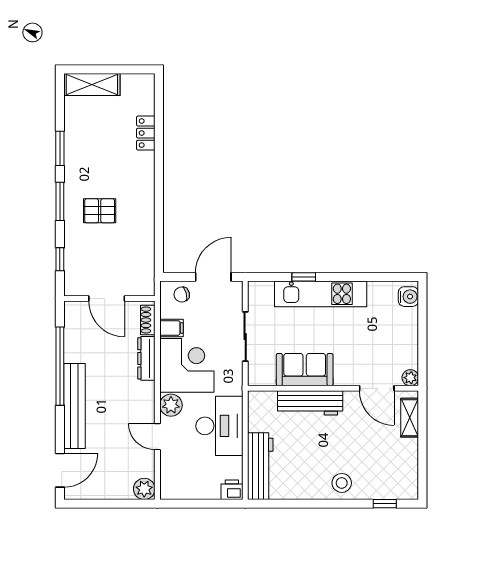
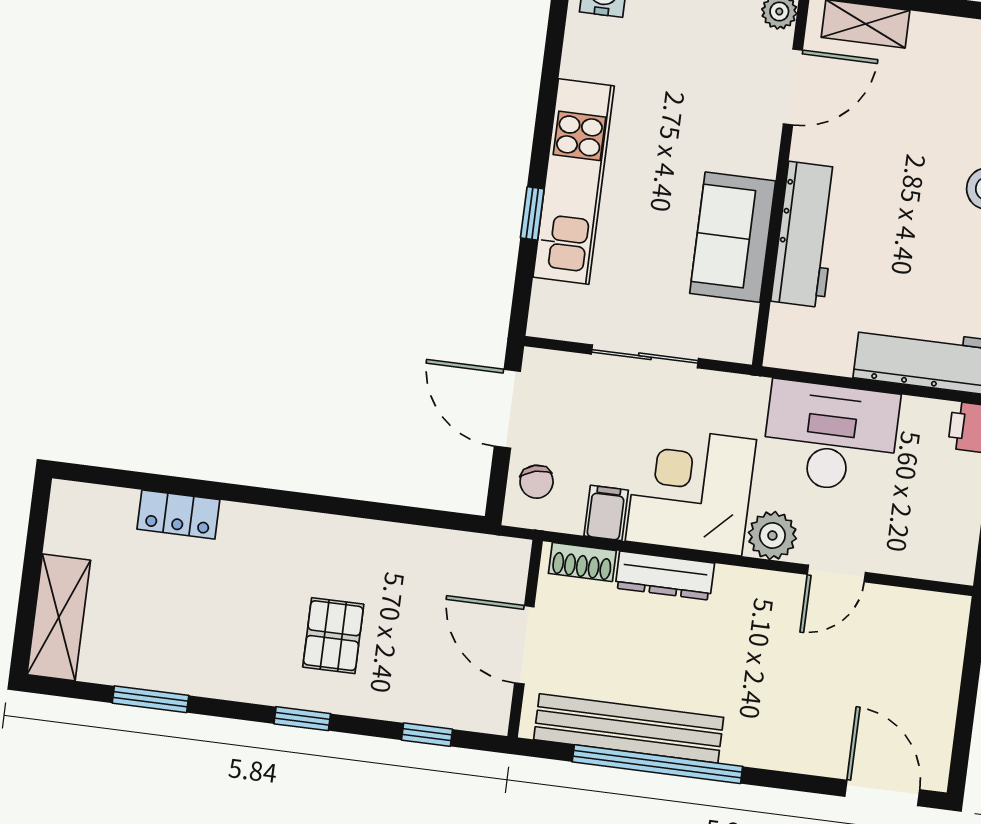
window: (60, 148) -> (151, 699), moved
window: (60, 201) -> (302, 719), width x0.67
door: (107, 298) -> (524, 645), swing flipped
bench: (75, 406) -> (629, 728), moved
plant: (144, 489) -> (946, 616), removed

